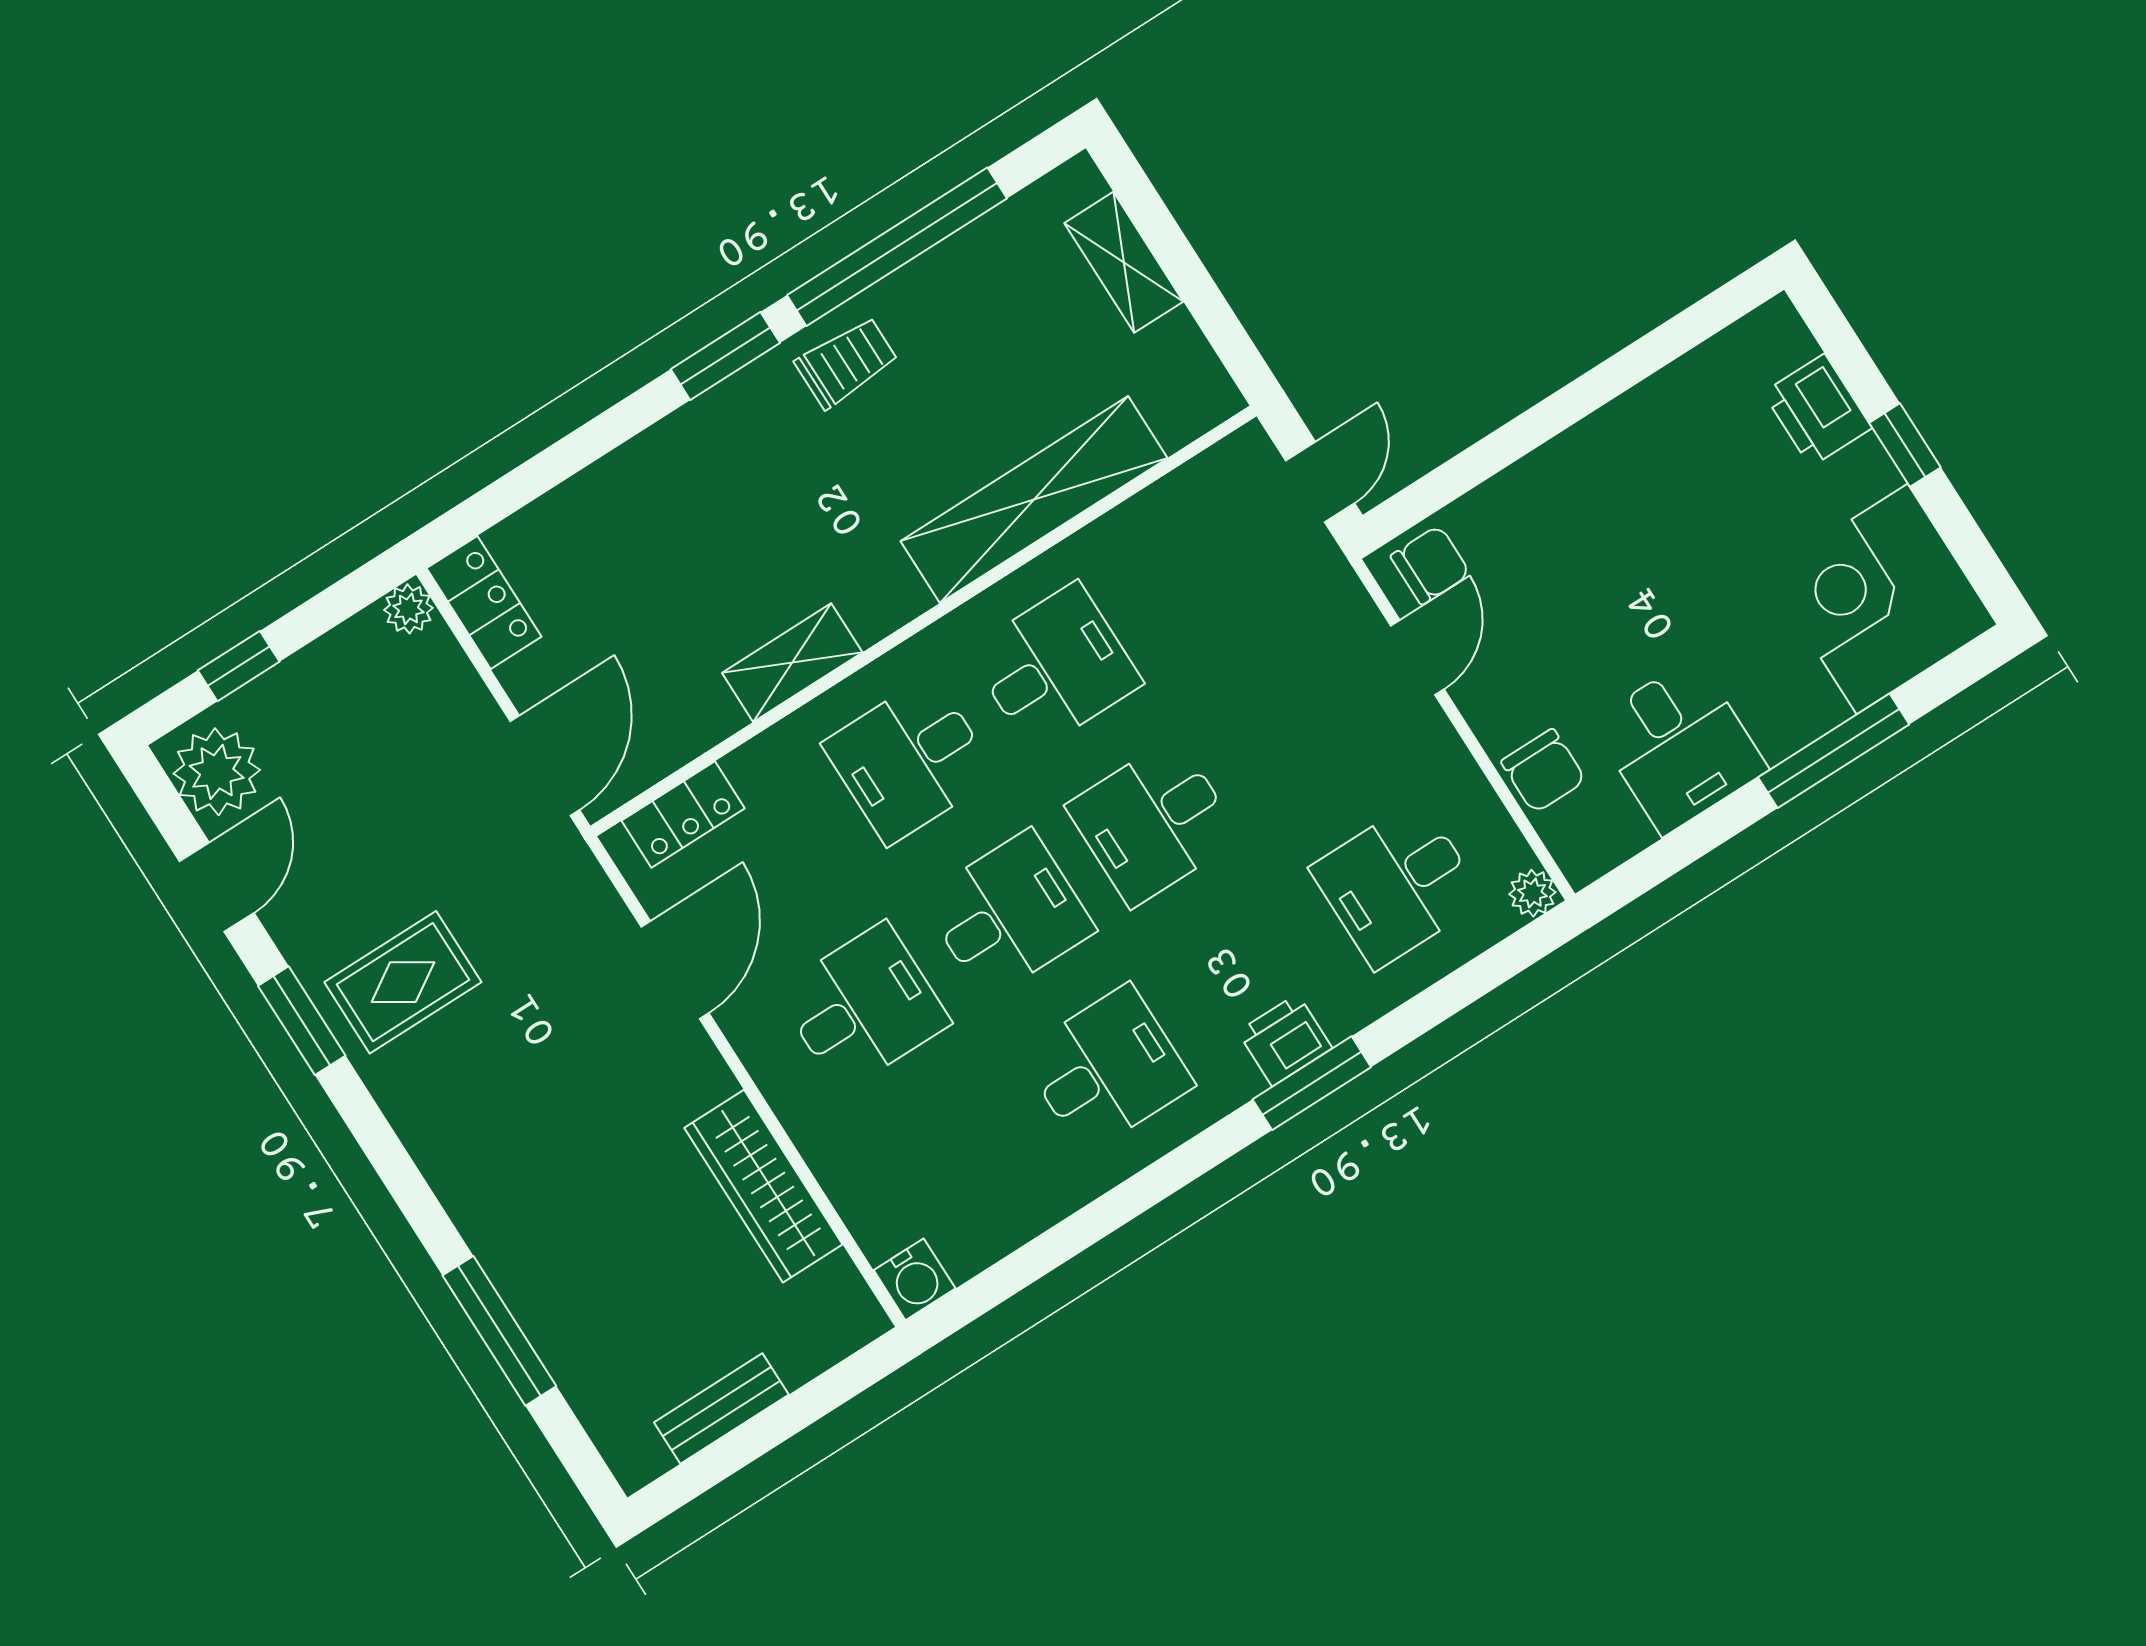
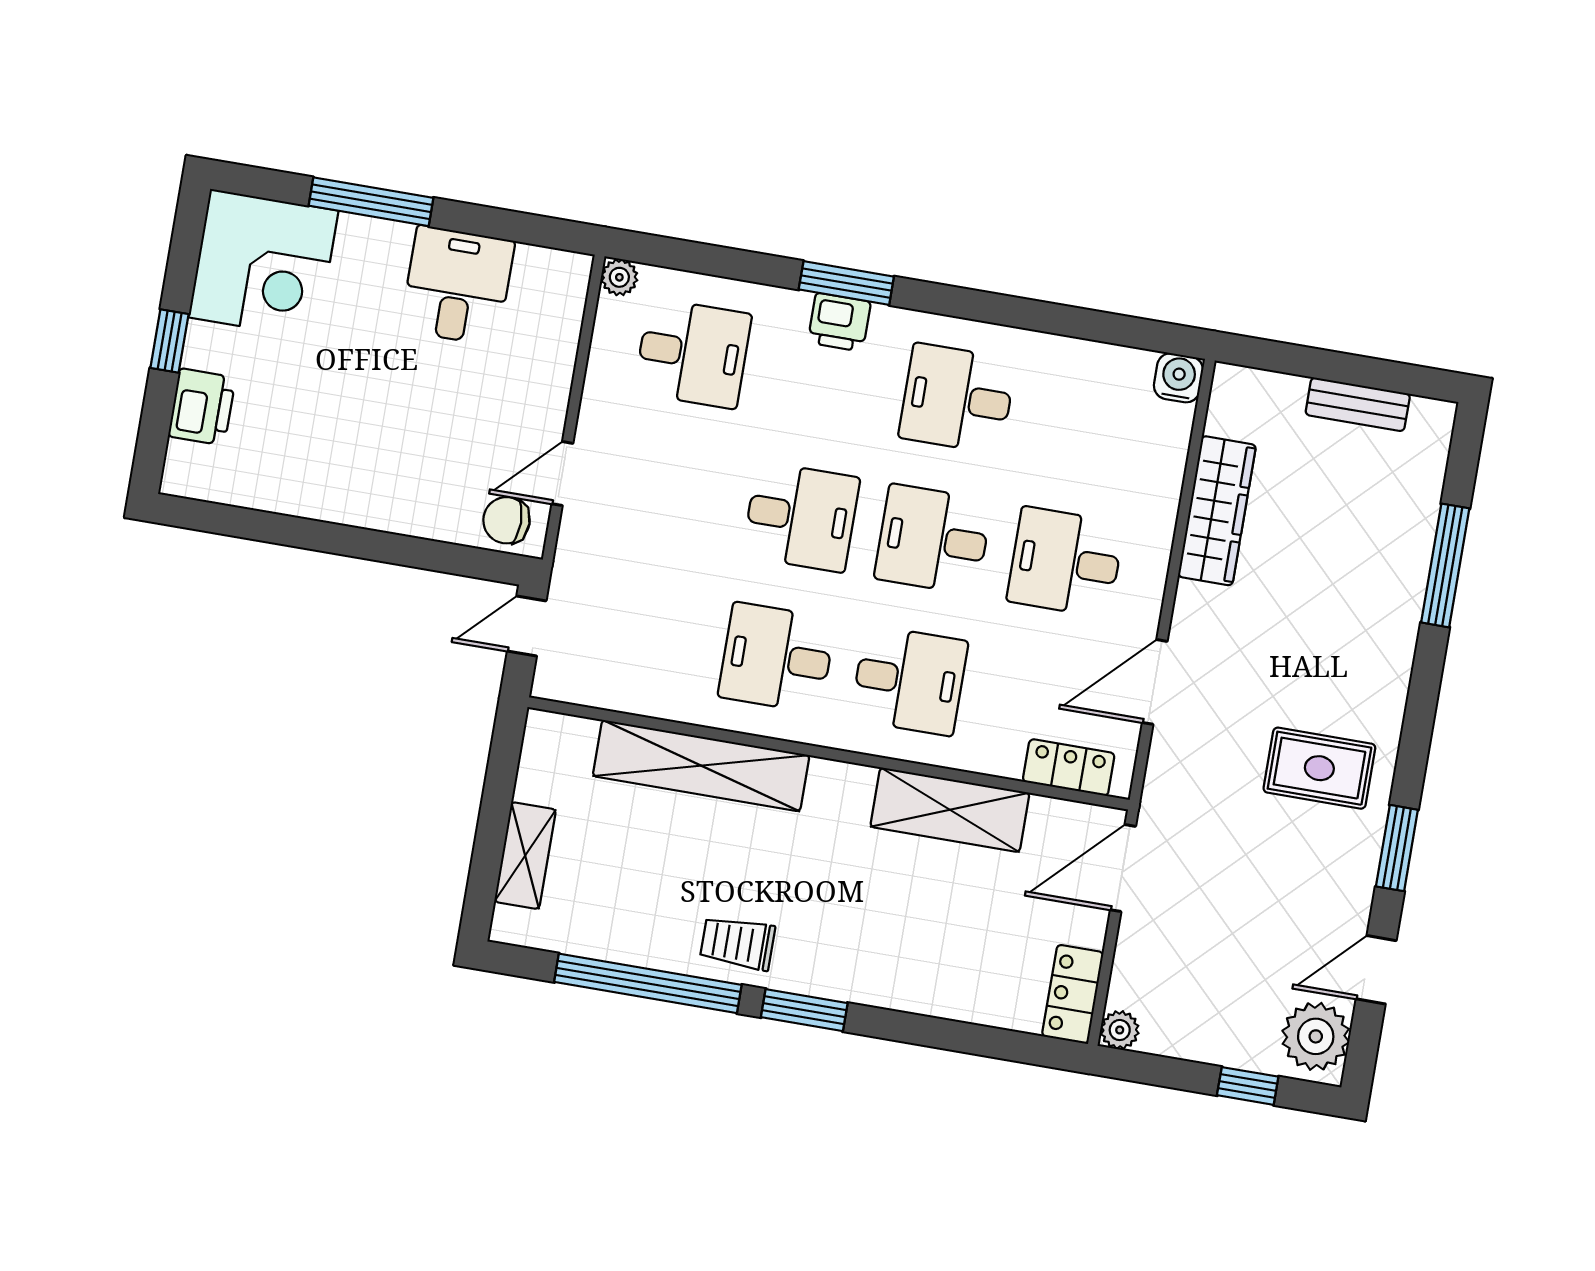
shelving: (792, 663) -> (950, 810), width x1.50, depth x1.33
chair: (1543, 771) -> (549, 342), removed
rug: (403, 982) -> (1319, 768), moved

